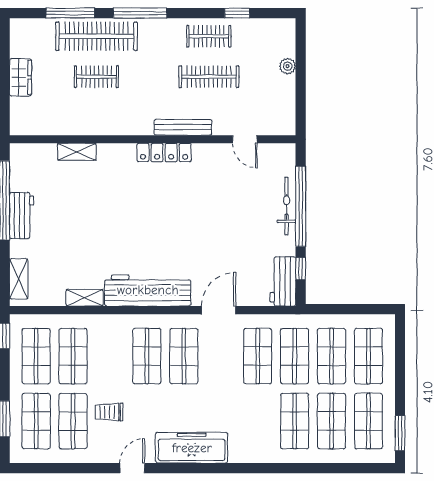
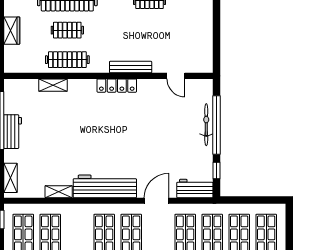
plant: (288, 66) -> (207, 22), removed
clothes rail: (209, 77) -> (67, 60), moved
workbench: (283, 281) -> (195, 189), moved, turned 90

